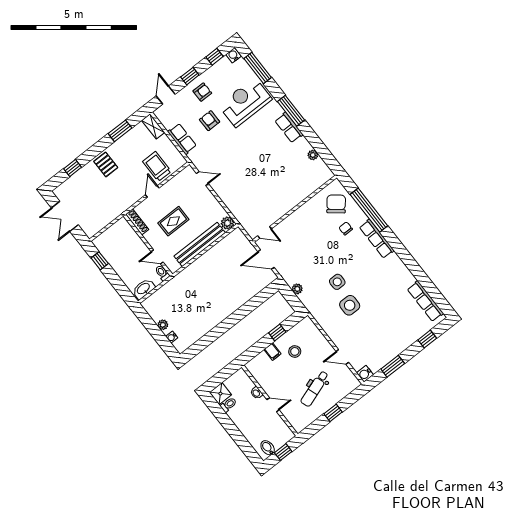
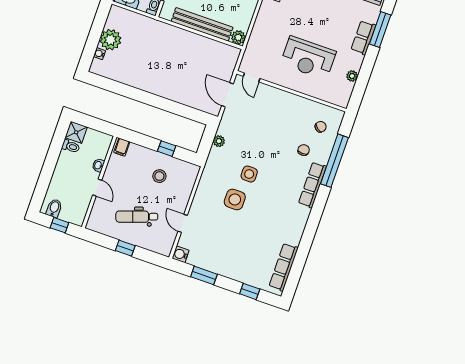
reception desk: (277, 180) -> (308, 58), added
chair: (336, 204) -> (321, 127), width x0.54, depth x0.54
plant: (163, 325) -> (110, 40), width x1.88, depth x1.88
filing cabinet: (272, 352) -> (122, 147), moved

